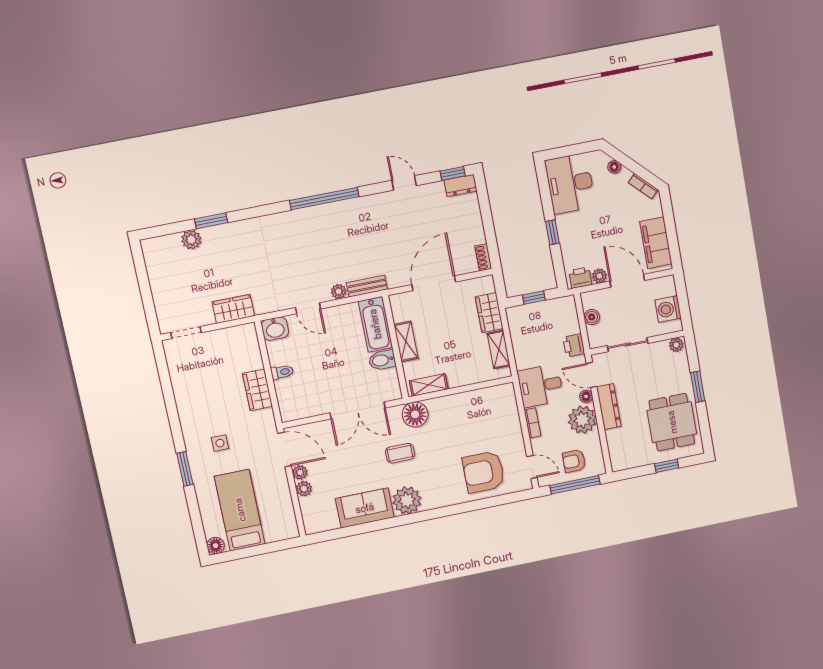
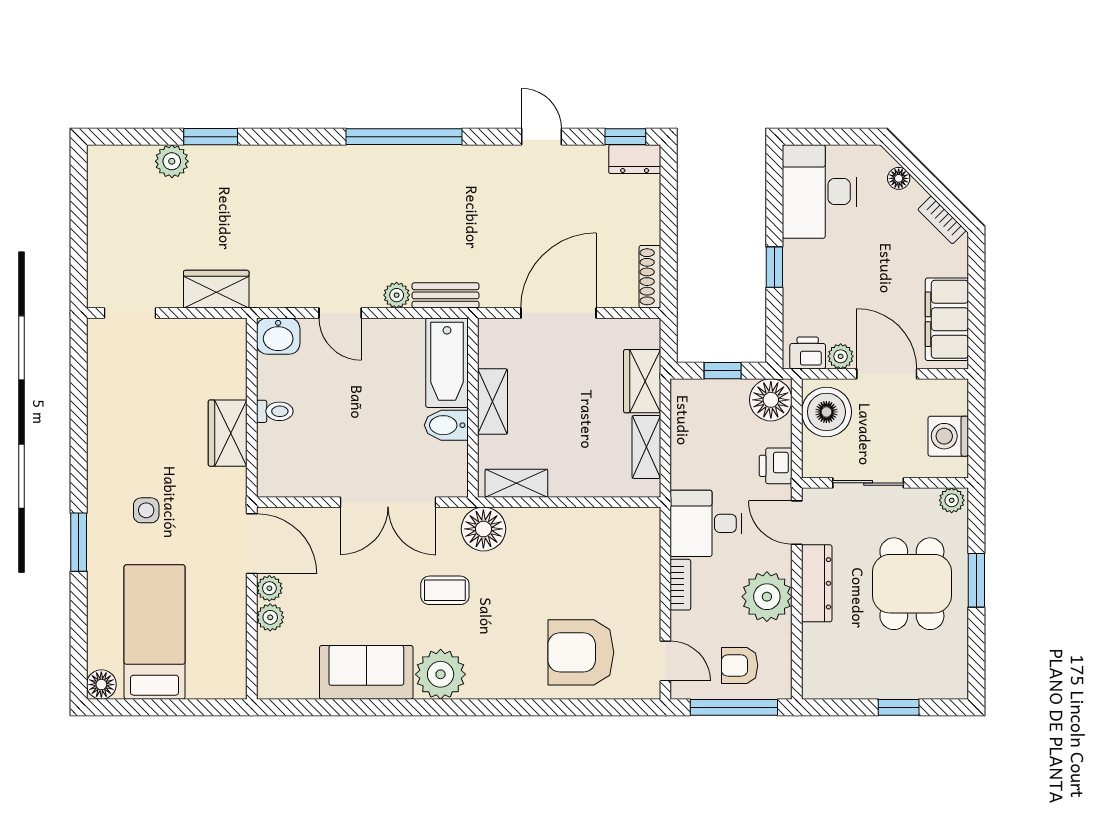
shoe rack: (483, 257) -> (650, 277), width x1.43
boiler: (592, 317) -> (826, 412), width x1.86, depth x1.86
floor lamp: (586, 396) -> (771, 400), moved, width x1.89, depth x1.89
dining table: (672, 422) -> (912, 584), moved

